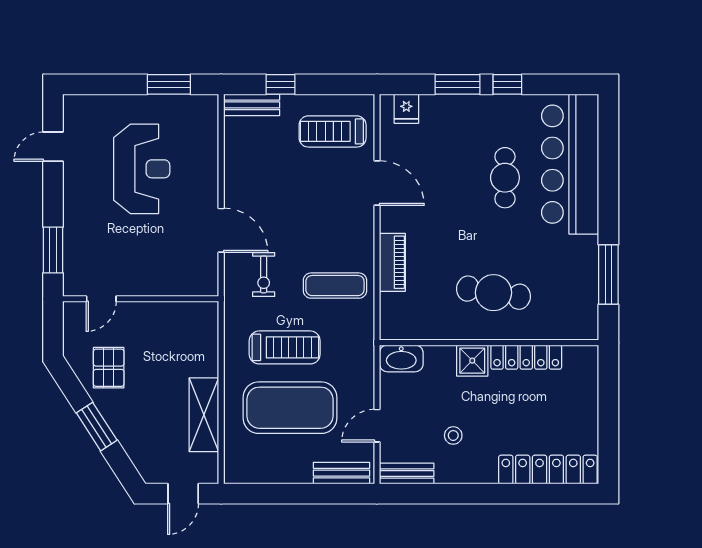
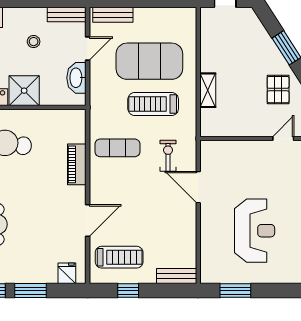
window: (280, 84) -> (128, 291), moved
reception desk: (142, 169) -> (255, 231), turned 180
door: (377, 183) -> (88, 221), swing flipped
washbasin: (401, 358) -> (76, 78), moved, turned -90
shower: (472, 361) -> (24, 91), width x1.36, depth x1.36
shelving: (204, 415) -> (208, 90), moved, width x0.67, depth x0.75

